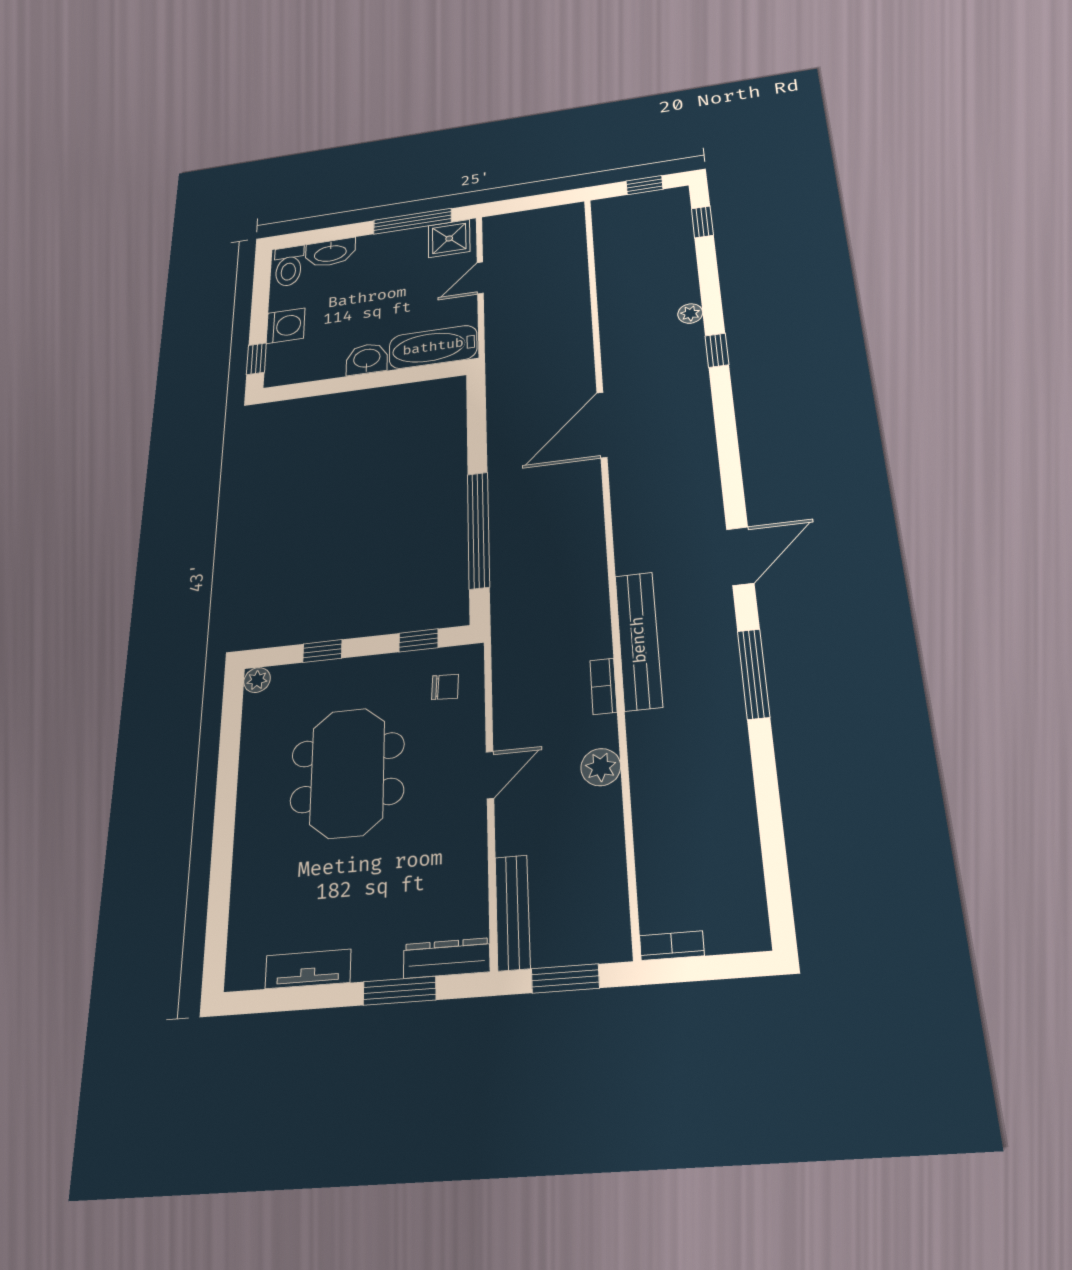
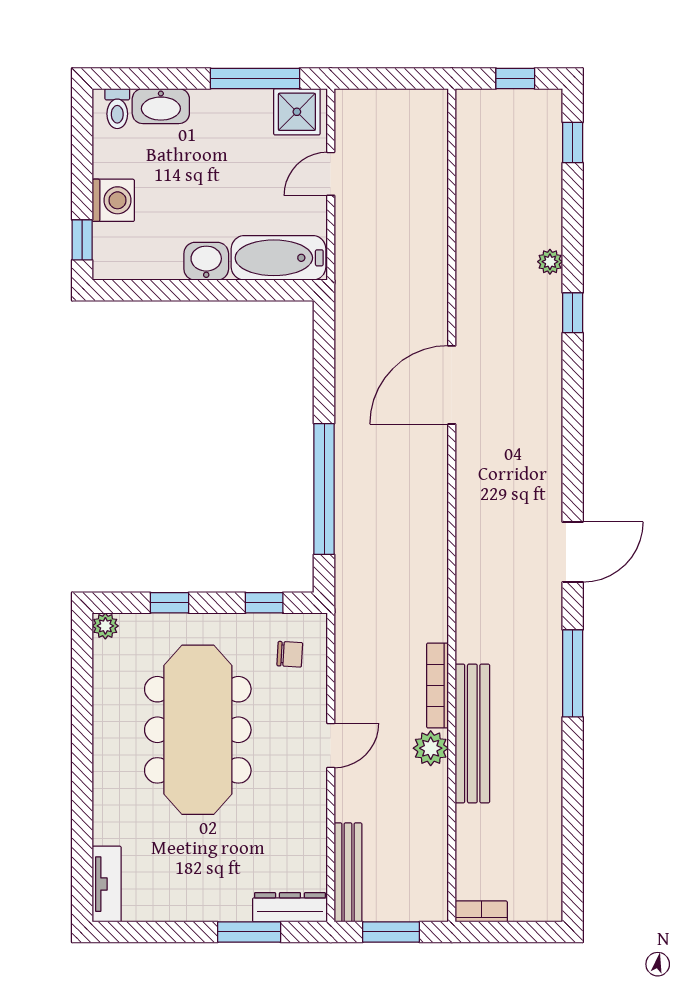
toilet: (289, 266) -> (117, 109), width x0.73, depth x0.72
bench: (639, 640) -> (472, 734), moved
bookcase: (603, 686) -> (437, 686), width x1.56
meeting table: (347, 772) -> (198, 730), width x1.36
tv unit: (308, 969) -> (107, 884), moved, turned 90

